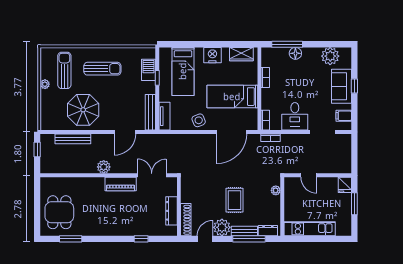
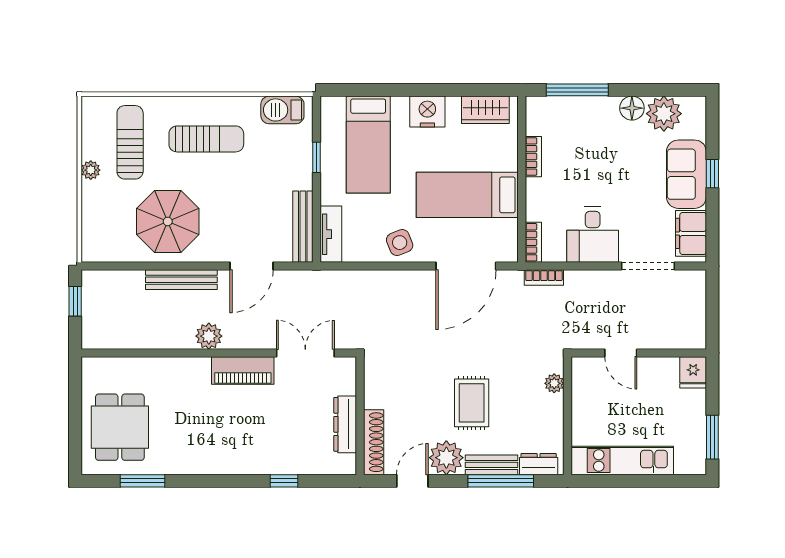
floor lamp: (295, 53) -> (632, 108), moved
barbecue: (148, 70) -> (282, 110), moved, turned -90
filing cabinet: (344, 116) -> (691, 233), width x2.00
bench: (73, 139) -> (181, 280), moved
window: (354, 204) -> (712, 437), moved

